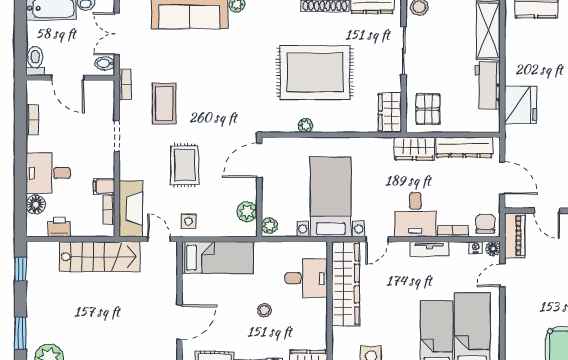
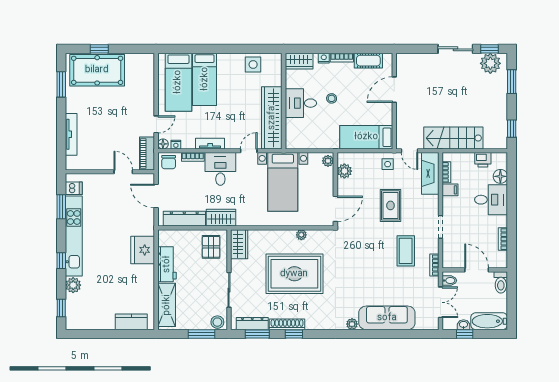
desk: (306, 278) -> (301, 103), moved

